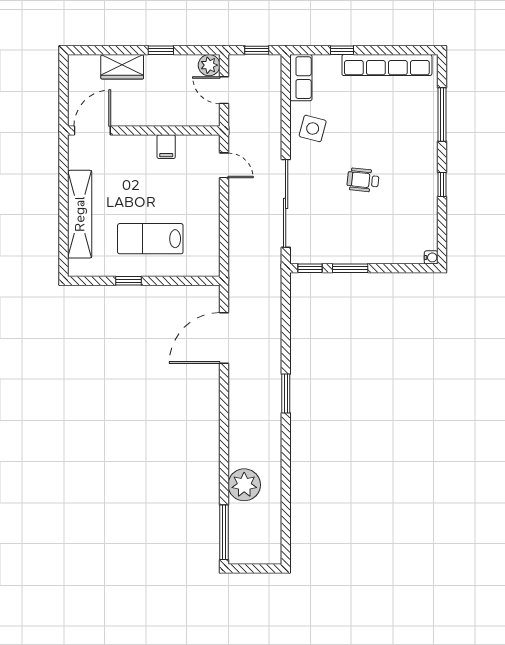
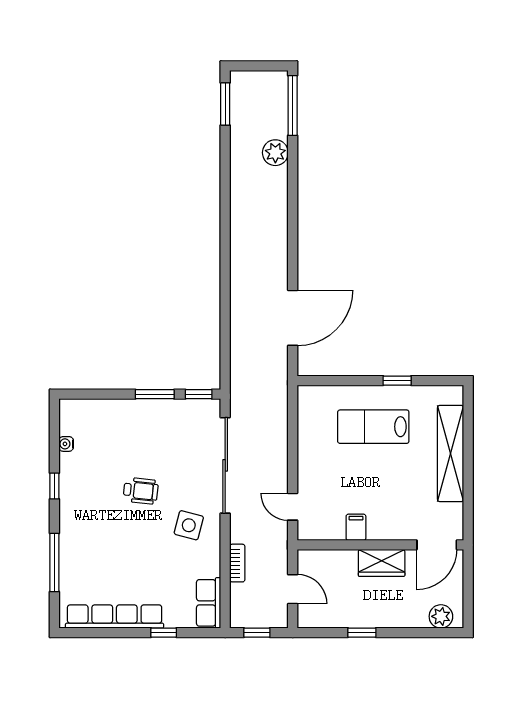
plant: (209, 65) -> (441, 616), moved
wardrobe: (122, 67) -> (382, 563), moved, turned 180
bookcase: (275, 114) -> (237, 563), added
side table: (313, 128) -> (189, 525), moved
lab bench: (150, 239) -> (373, 427), turned 180
water cooler: (431, 257) -> (66, 444), moved
window: (286, 393) -> (225, 104), moved
plant: (244, 485) -> (275, 153), width x0.73, depth x0.73

